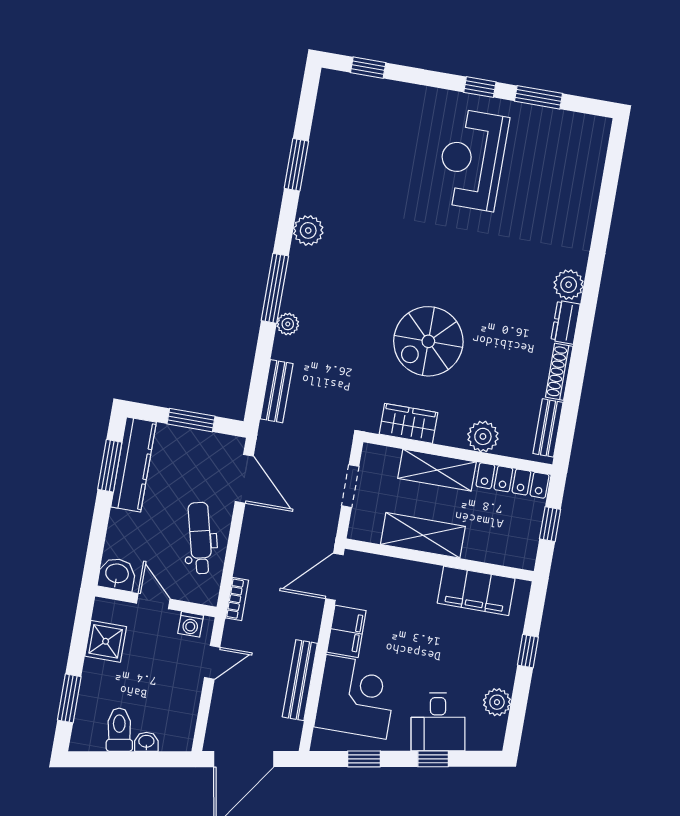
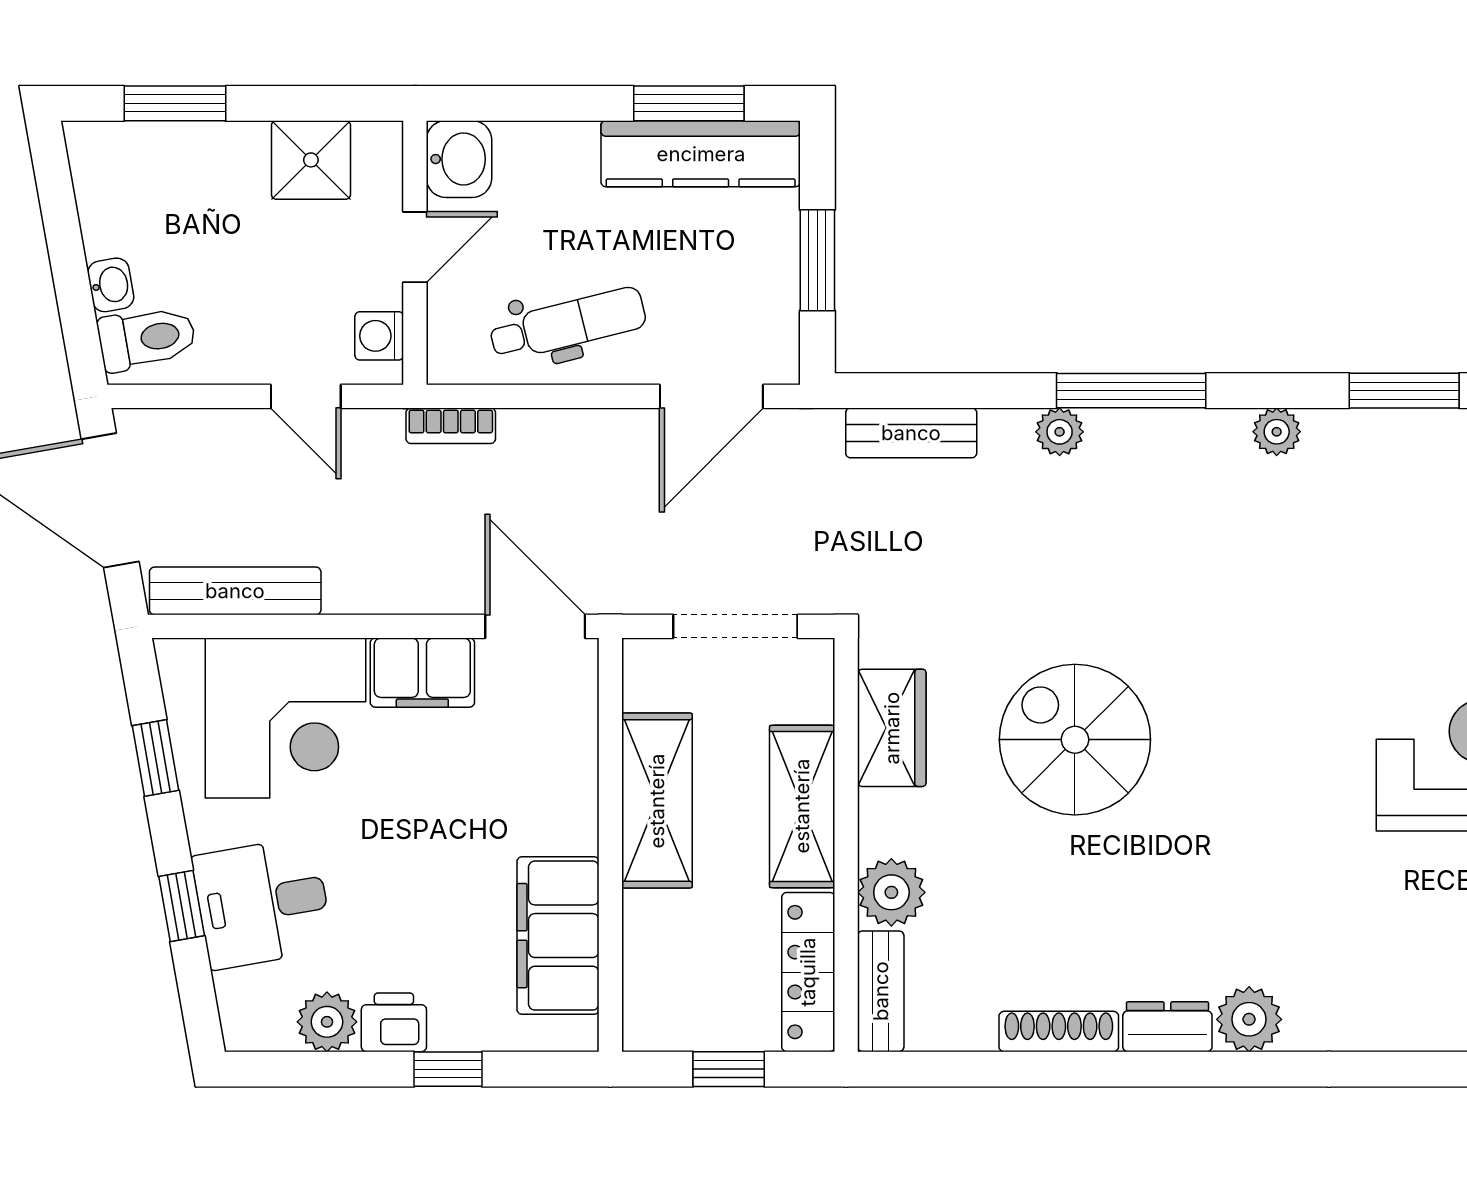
plant: (308, 230) -> (1277, 432), width x0.73, depth x0.73
bench: (548, 428) -> (881, 991), moved, turned 90
doorway: (350, 486) -> (735, 626), width x1.38
printer: (502, 672) -> (394, 1022), added
bench: (300, 680) -> (235, 591), moved
toilet: (119, 730) -> (147, 338), moved

